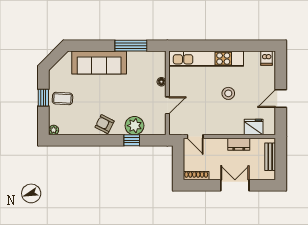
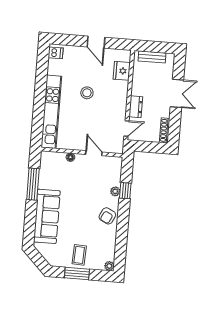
window: (43, 98) -> (77, 274), width x1.50
plant: (134, 126) -> (115, 191), width x0.53, depth x0.53
dresser: (239, 144) -> (136, 107), moved
double door: (235, 185) -> (177, 93), swing flipped

